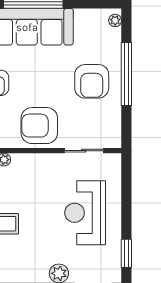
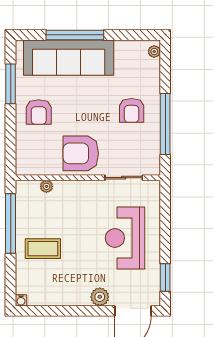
window: (126, 74) -> (165, 124), moved
armchair: (92, 81) -> (132, 110), width x0.73, depth x0.73

